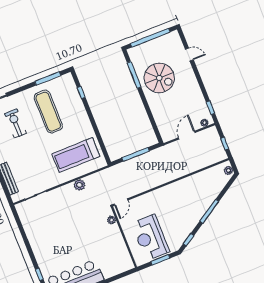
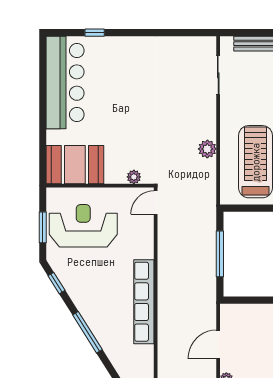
door: (187, 135) -> (218, 344), swing flipped
row of seats: (179, 186) -> (144, 302), added
door: (121, 202) -> (156, 203), hinge flipped
booth: (118, 256) -> (75, 165), added

